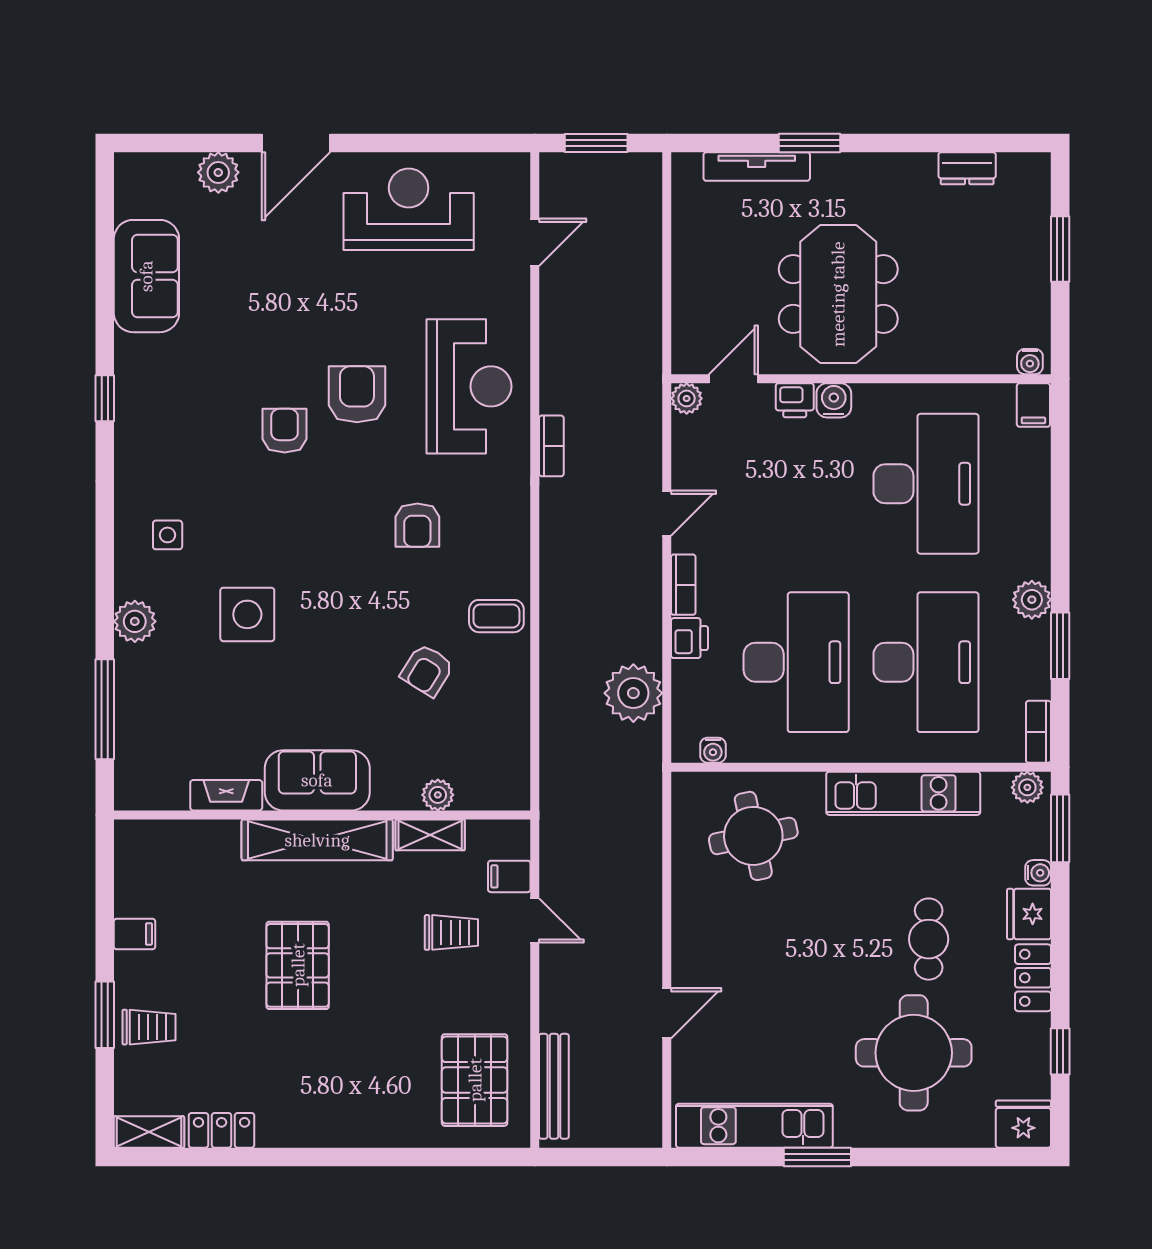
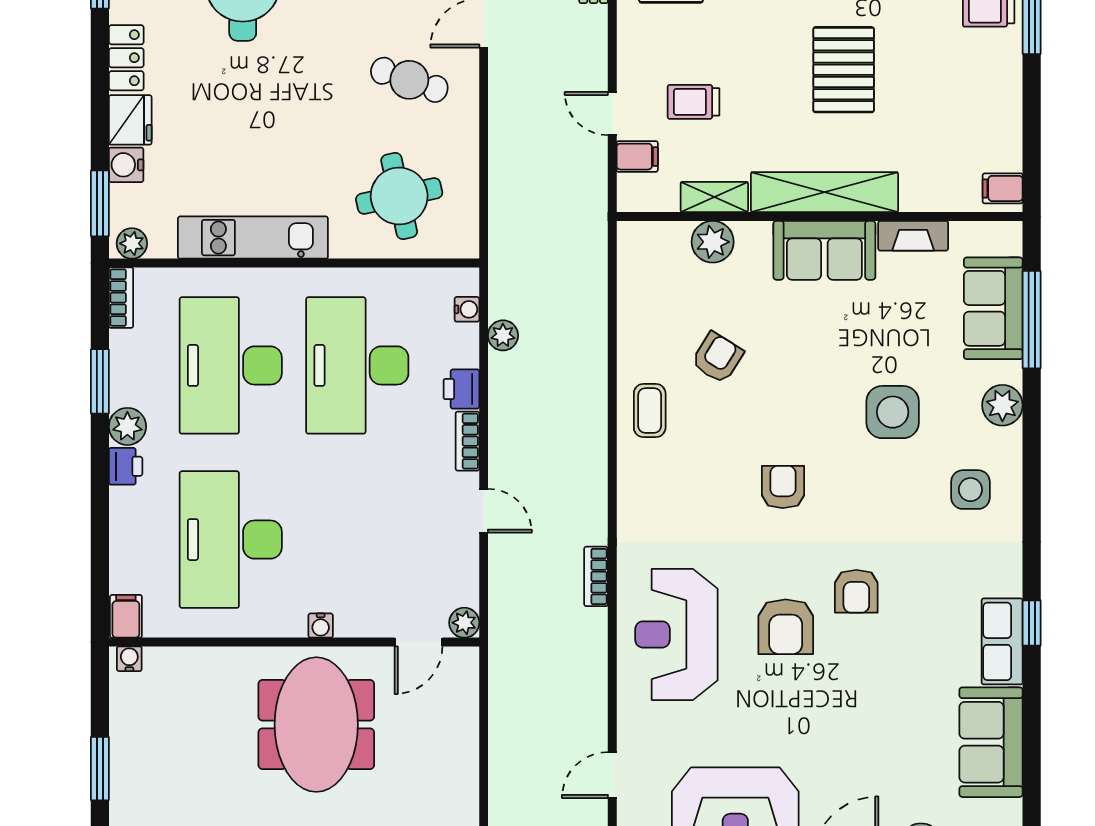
row of seats: (135, 379) -> (1002, 641), added
printer: (795, 400) -> (126, 466), moved, turned 90
water cooler: (834, 400) -> (321, 626), width x0.72, depth x0.72
door: (667, 513) -> (484, 511), swing flipped
armchair: (417, 525) -> (783, 487), moved
side table: (168, 535) -> (970, 490), width x1.37, depth x1.37
coffee table: (496, 616) -> (650, 411), turned 90
plant: (633, 693) -> (503, 335), width x0.53, depth x0.53
sofa: (144, 721) -> (993, 308), added
water cooler: (713, 750) -> (467, 309), moved, turned 90
plant: (438, 795) -> (713, 242), width x1.38, depth x1.38
water cooler: (1038, 873) -> (126, 165), width x1.38, depth x1.38
filing cabinet: (135, 934) -> (1003, 188), moved
cafe table: (929, 939) -> (409, 80), moved, turned -71

